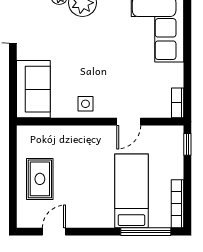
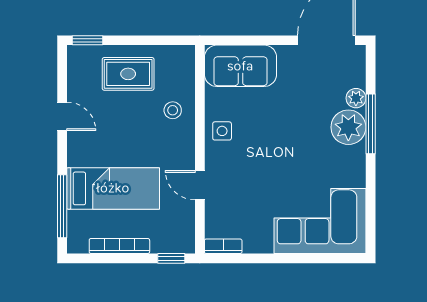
stool: (69, 143) -> (173, 110), added
bookcase: (177, 204) -> (119, 246), moved
window: (13, 211) -> (88, 40), added
door: (54, 232) -> (62, 116), moved

